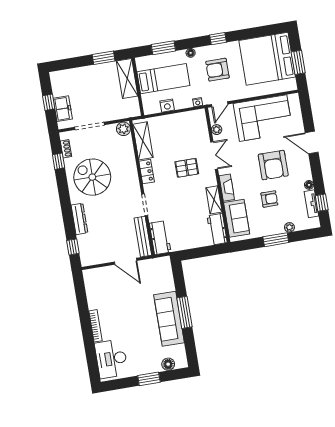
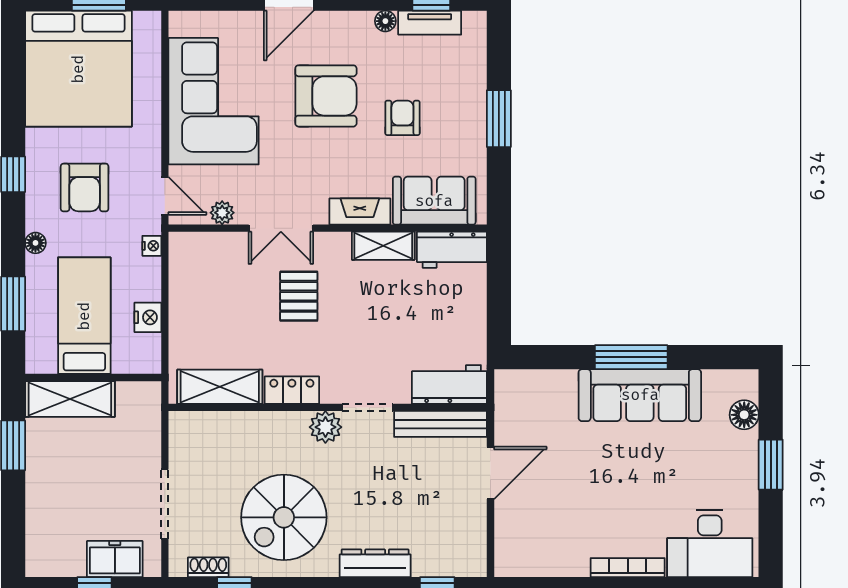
plant: (123, 129) -> (325, 427), moved
double door: (214, 155) -> (281, 228), swing flipped
plant: (289, 227) -> (476, 83), removed

